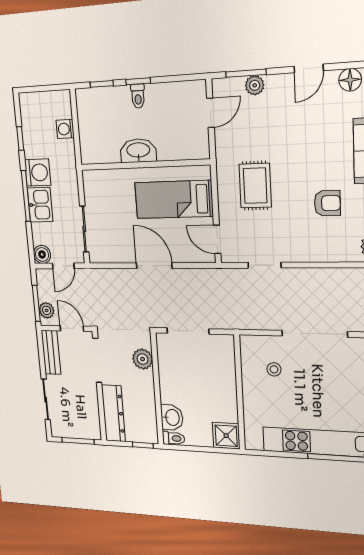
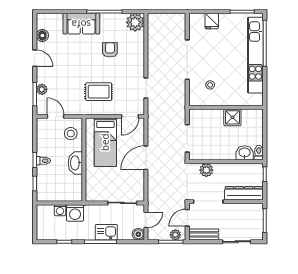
stool: (184, 141) -> (71, 134), added
washing machine: (38, 172) -> (75, 213), moved, turned 180
door: (63, 266) -> (146, 220), hinge flipped
shower: (226, 436) -> (232, 117), moved

